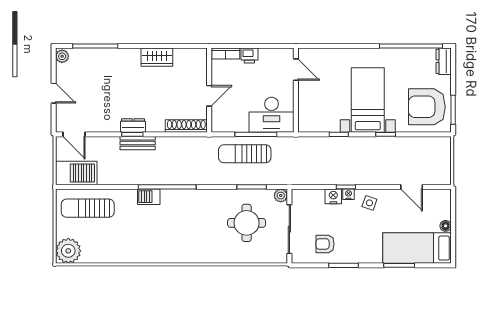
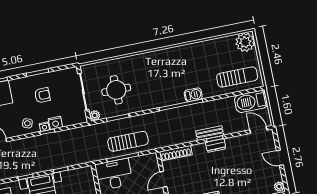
armchair: (325, 244) -> (42, 95), moved

